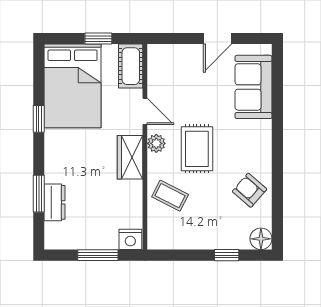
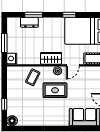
armchair: (250, 190) -> (35, 115), removed

